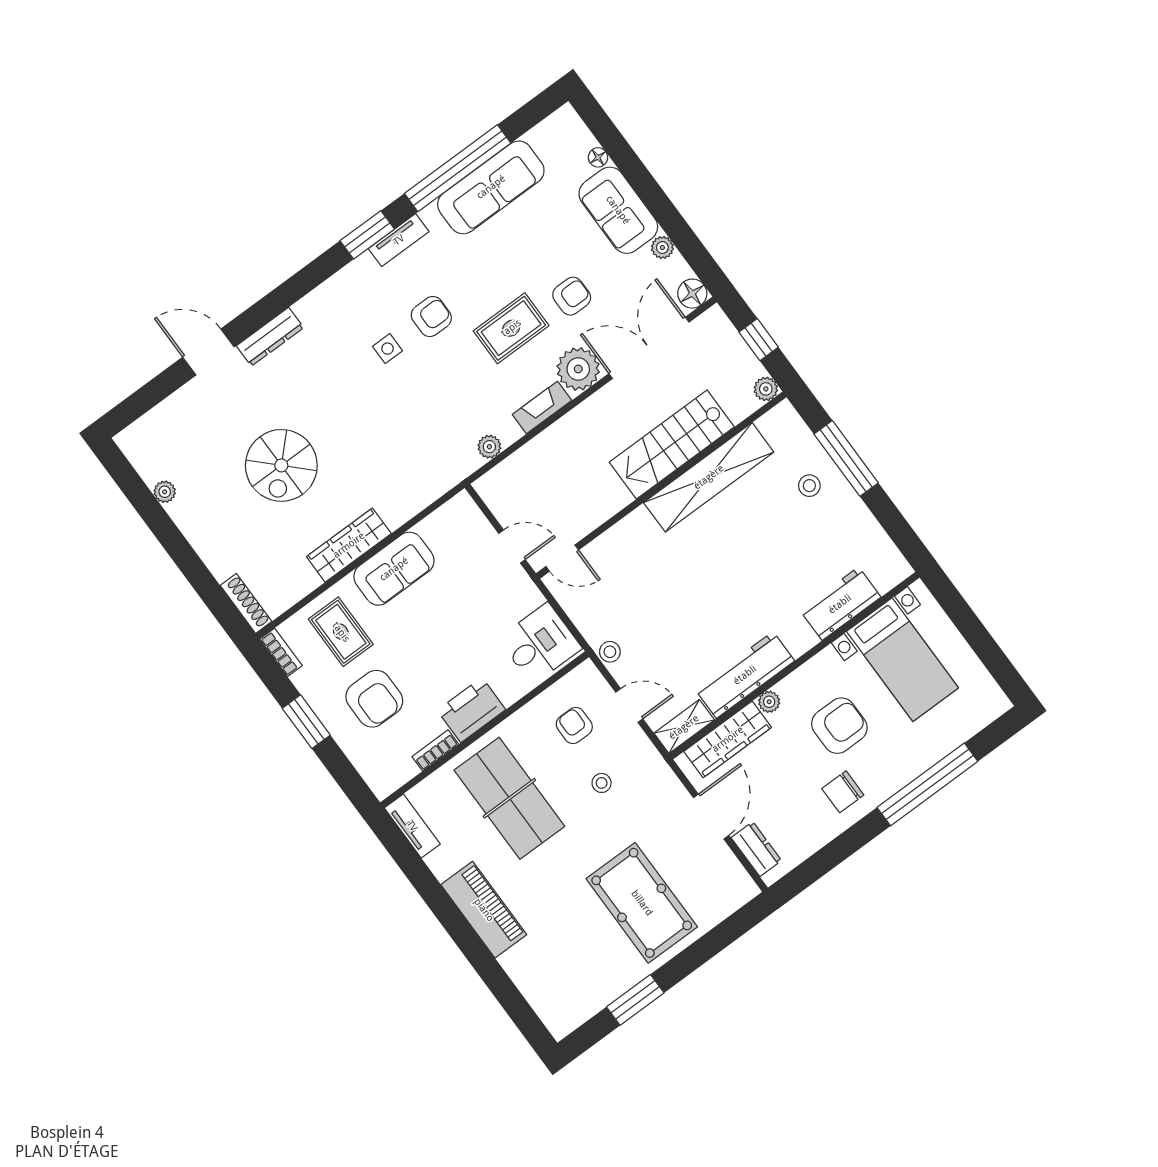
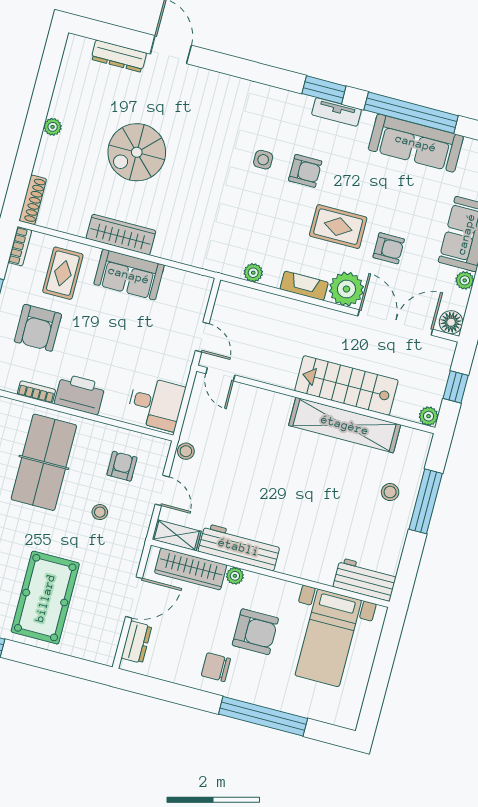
dresser: (270, 337) -> (119, 56), moved
plant: (165, 492) -> (53, 127), moved
workbench: (840, 604) -> (365, 580), moved

